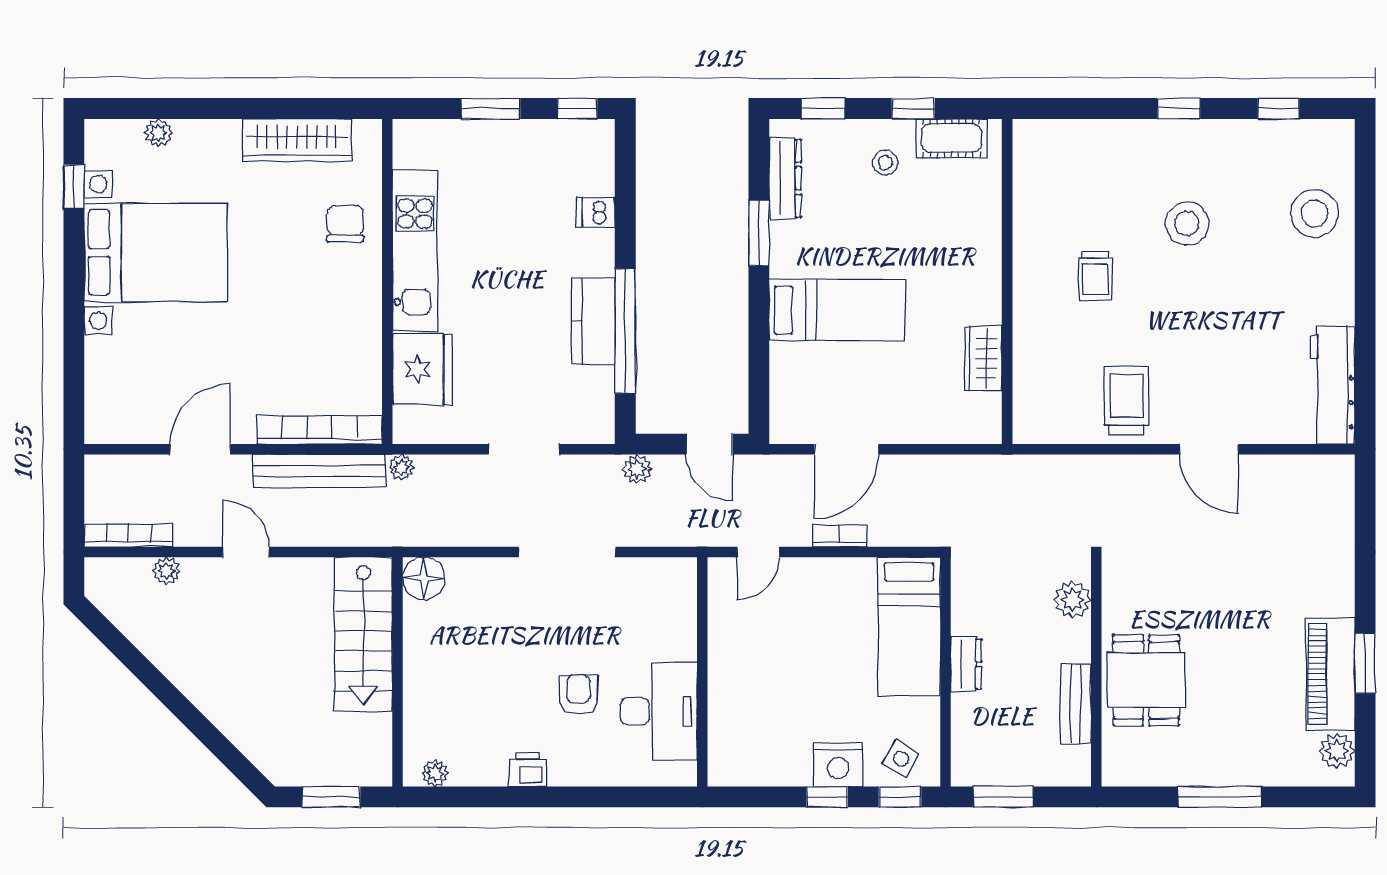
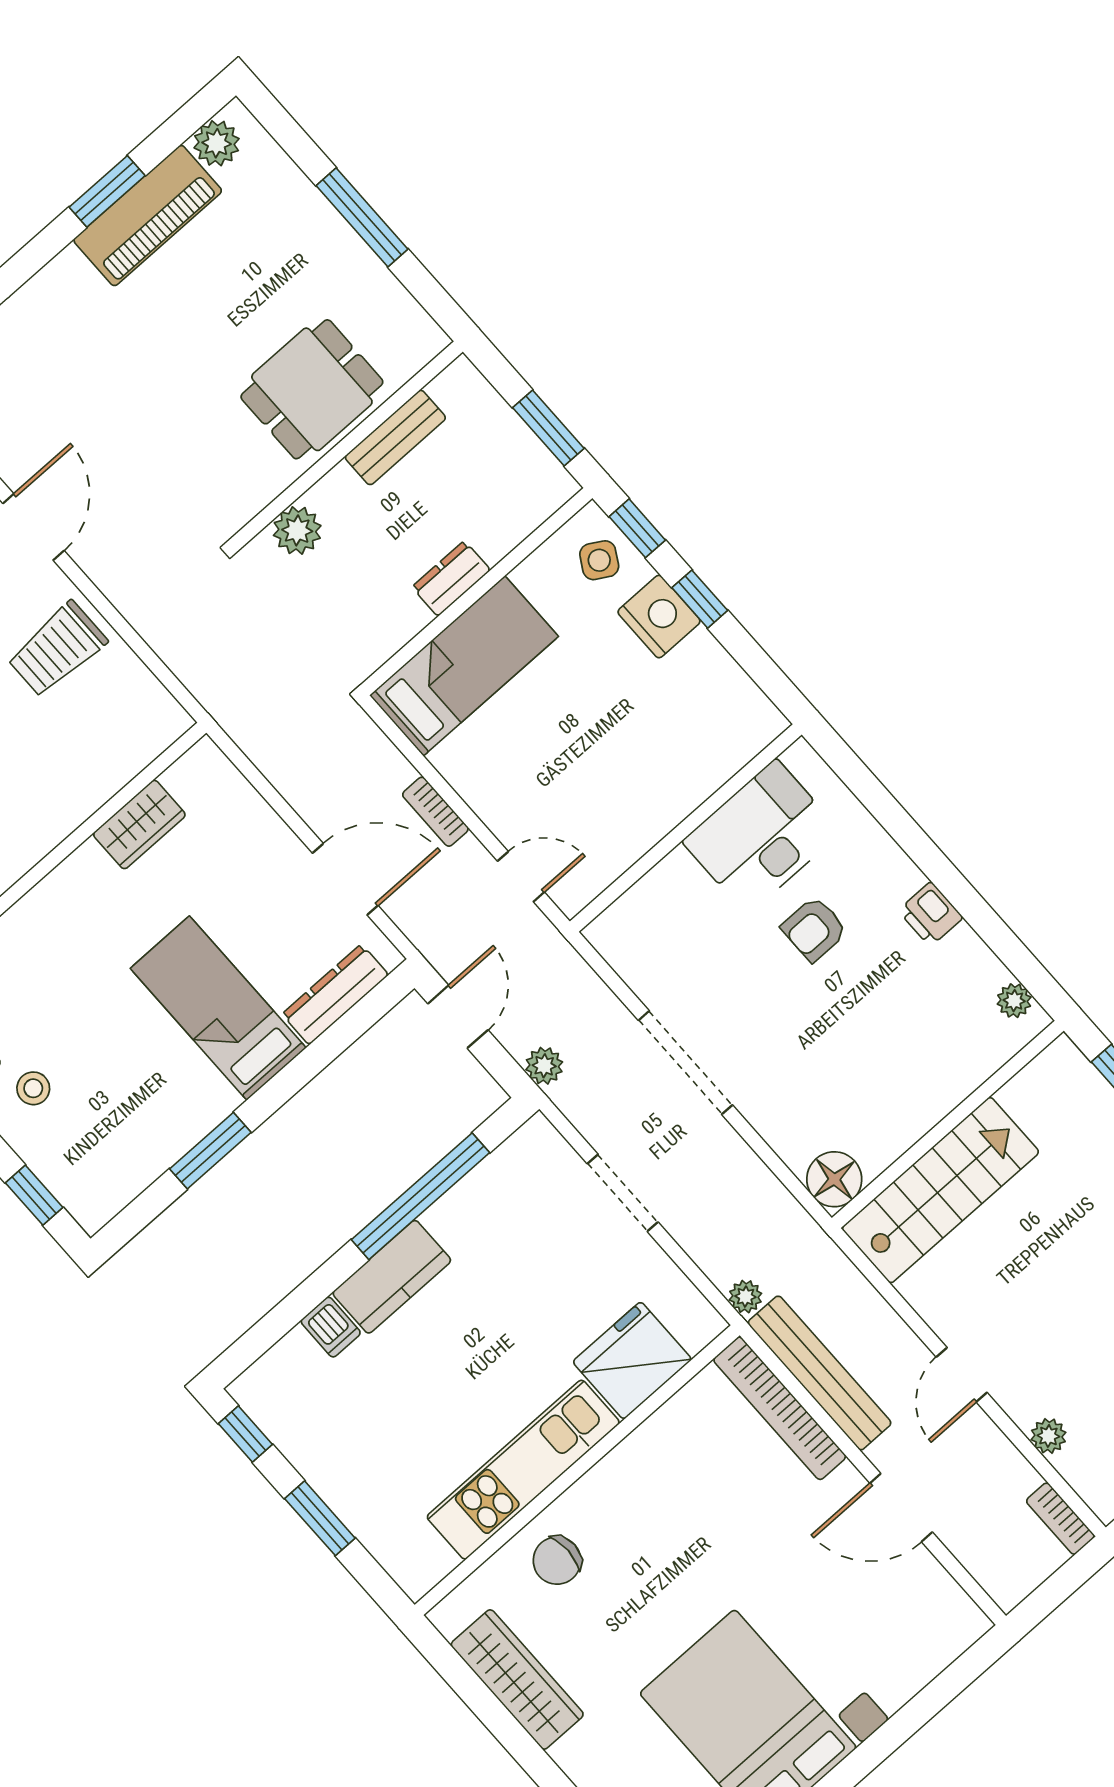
dresser: (785, 178) -> (335, 994), moved
kitchen counter: (593, 321) -> (392, 1277), moved
bookcase: (128, 536) -> (1060, 1519), width x0.64

